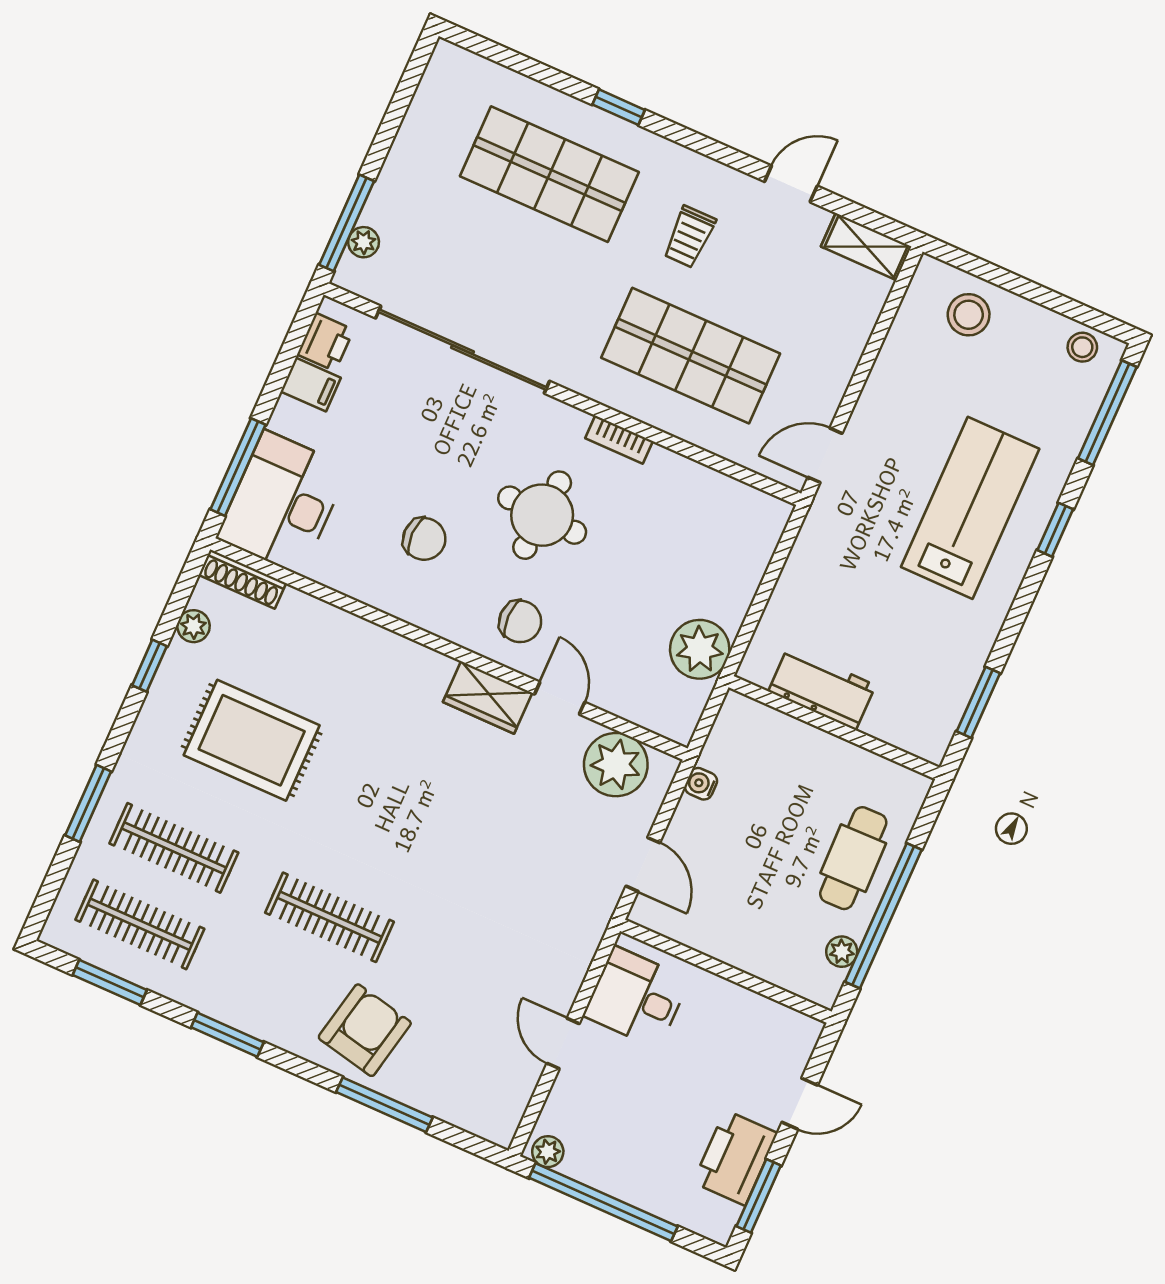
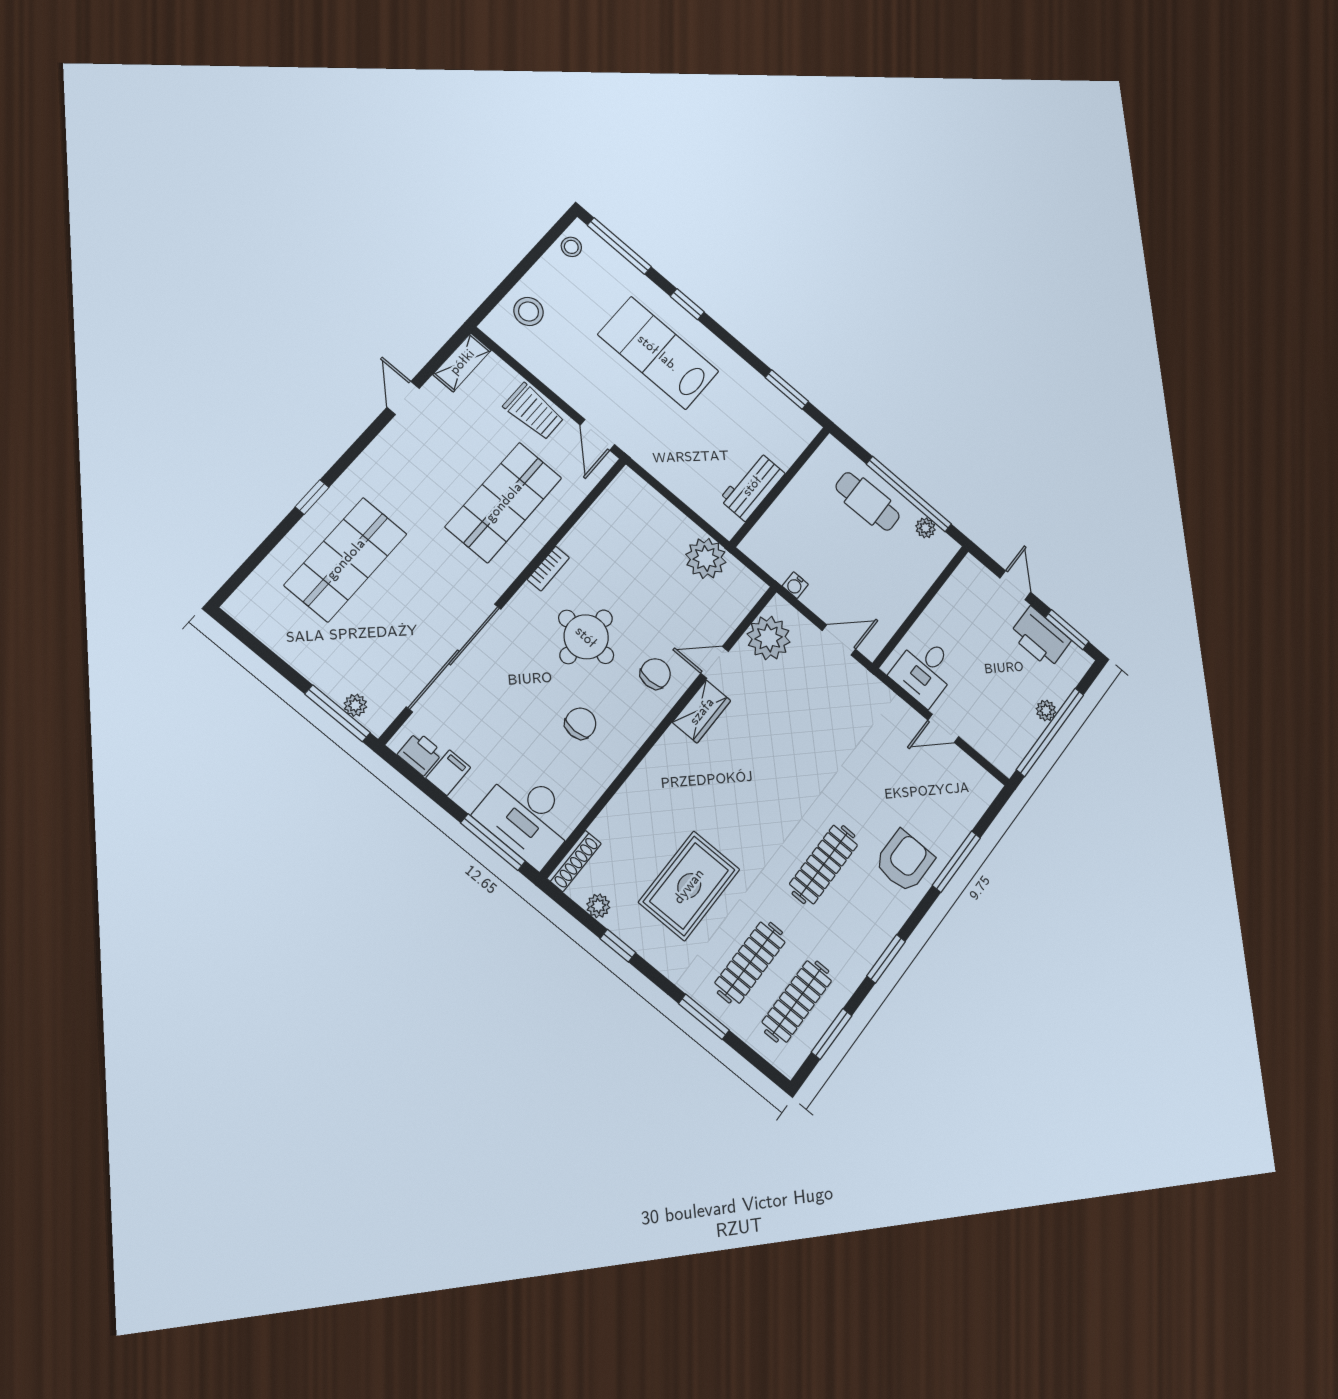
trolley: (689, 237) -> (534, 412), moved, width x1.36, depth x1.39
armchair: (365, 1030) -> (904, 861), turned 78
plant: (548, 1152) -> (1046, 710), moved

